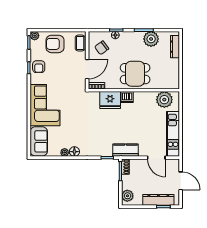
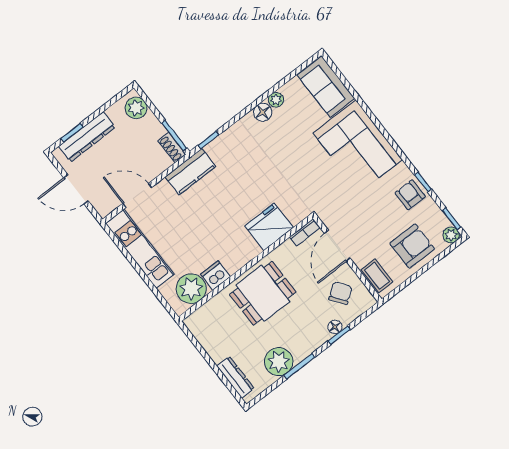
dishwasher: (127, 97) -> (216, 275), moved

